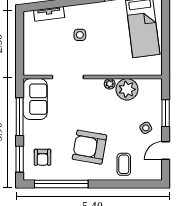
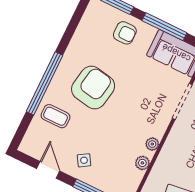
plant: (127, 89) -> (142, 163), width x0.53, depth x0.53
armchair: (42, 157) -> (125, 33), moved, turned 180
window: (61, 184) -> (45, 83), moved

